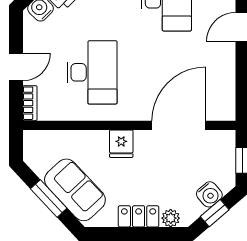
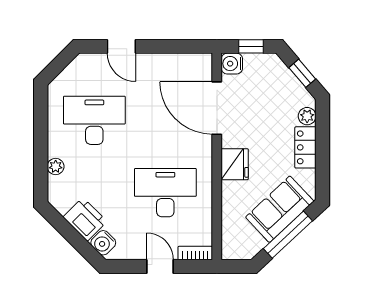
fridge: (121, 144) -> (235, 164), width x1.38
water cooler: (209, 194) -> (232, 64), moved, turned -140
window: (49, 198) -> (288, 235), width x1.44

